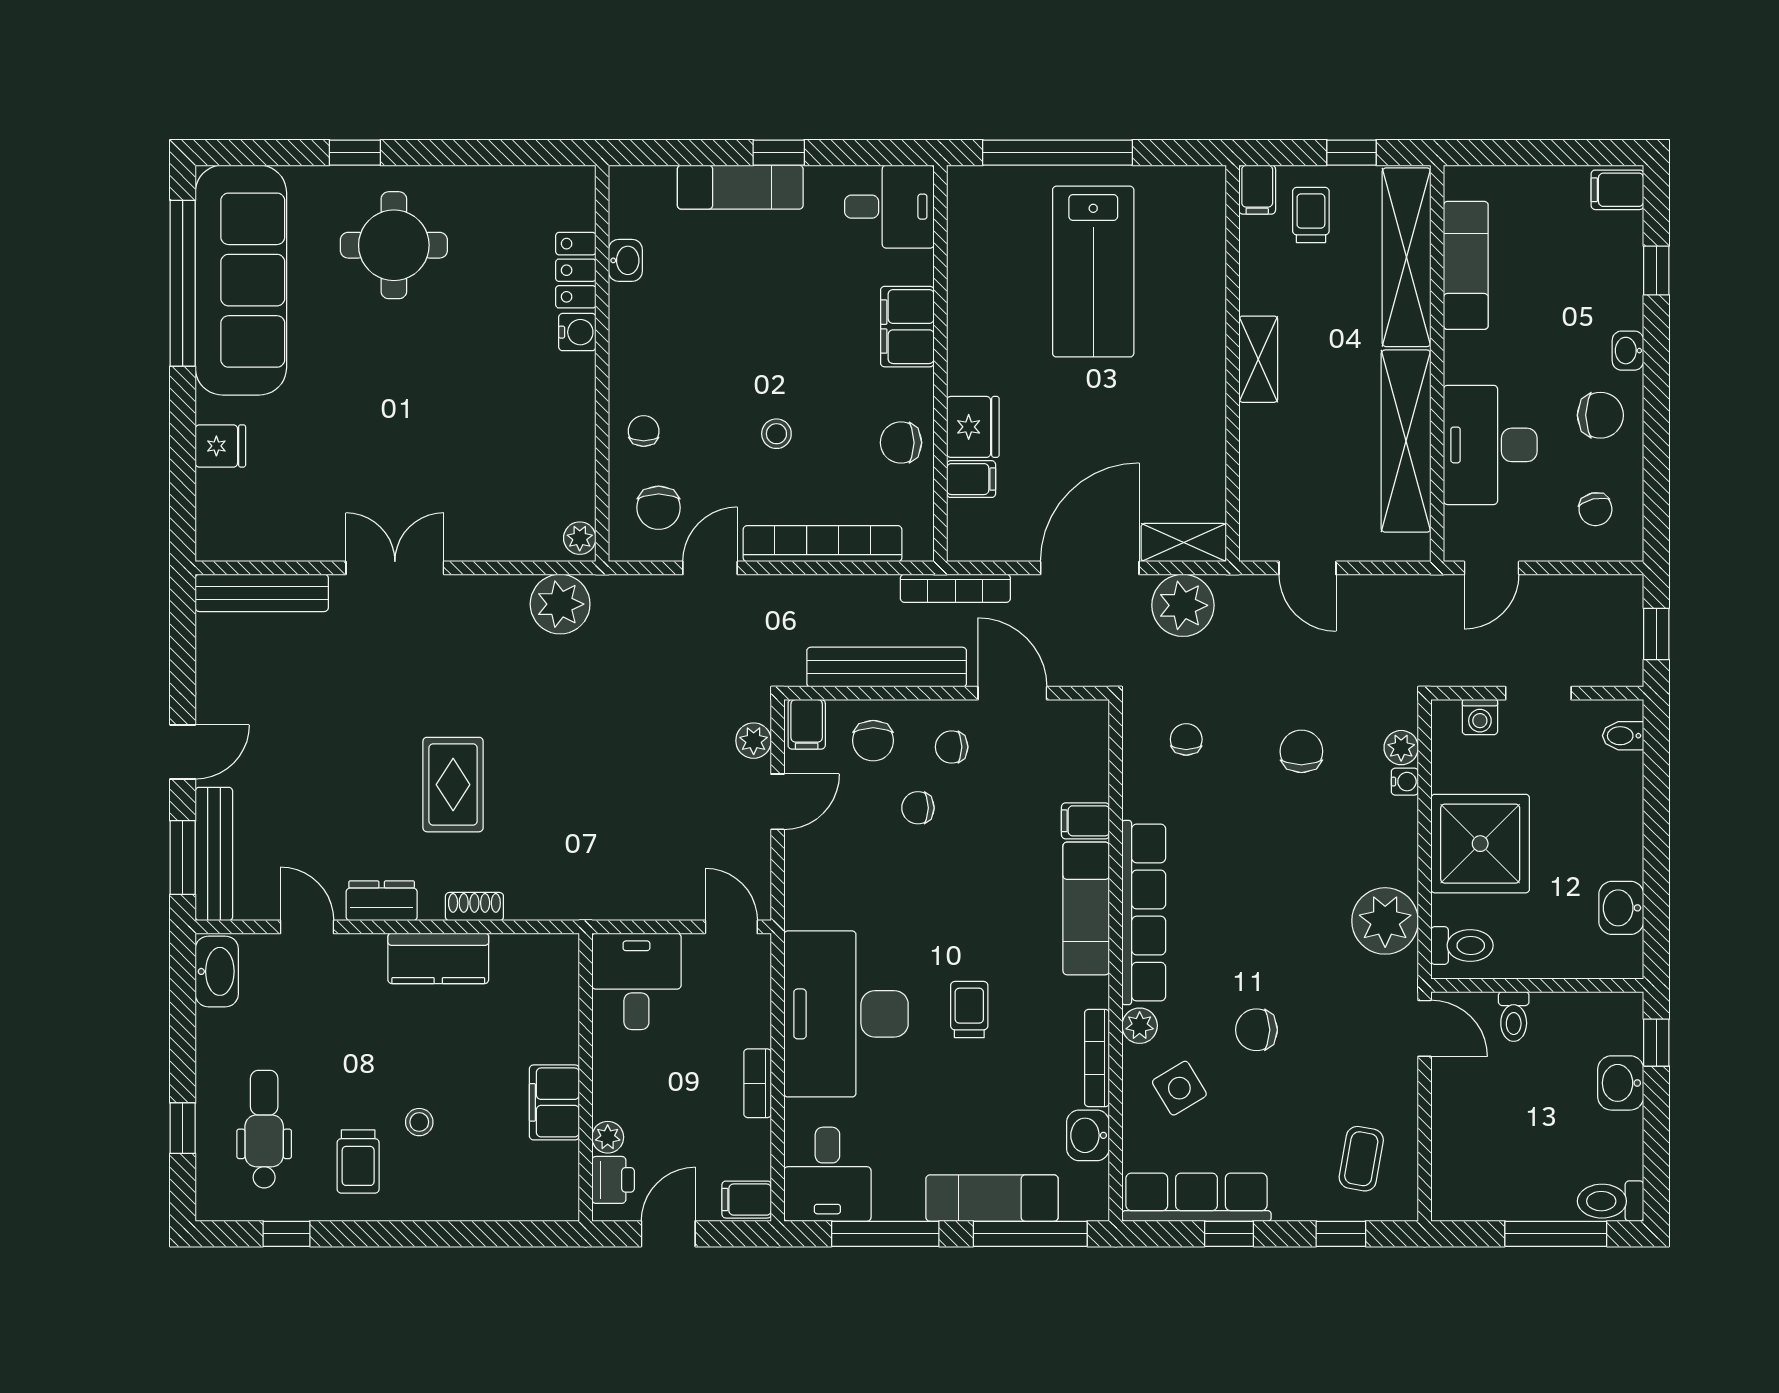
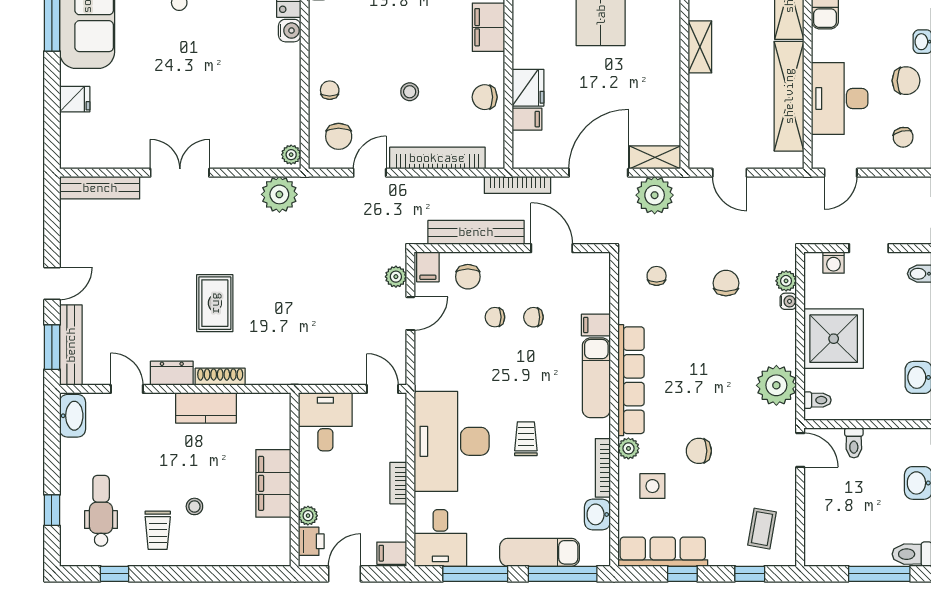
chair: (952, 747) -> (533, 317), moved
shoe rack: (474, 907) -> (220, 377), width x1.43
toilet: (1462, 945) -> (817, 400), width x0.73, depth x0.72
side table: (1179, 1088) -> (652, 486), turned 31
filing cabinet: (554, 1102) -> (273, 483), width x1.50, depth x1.17

